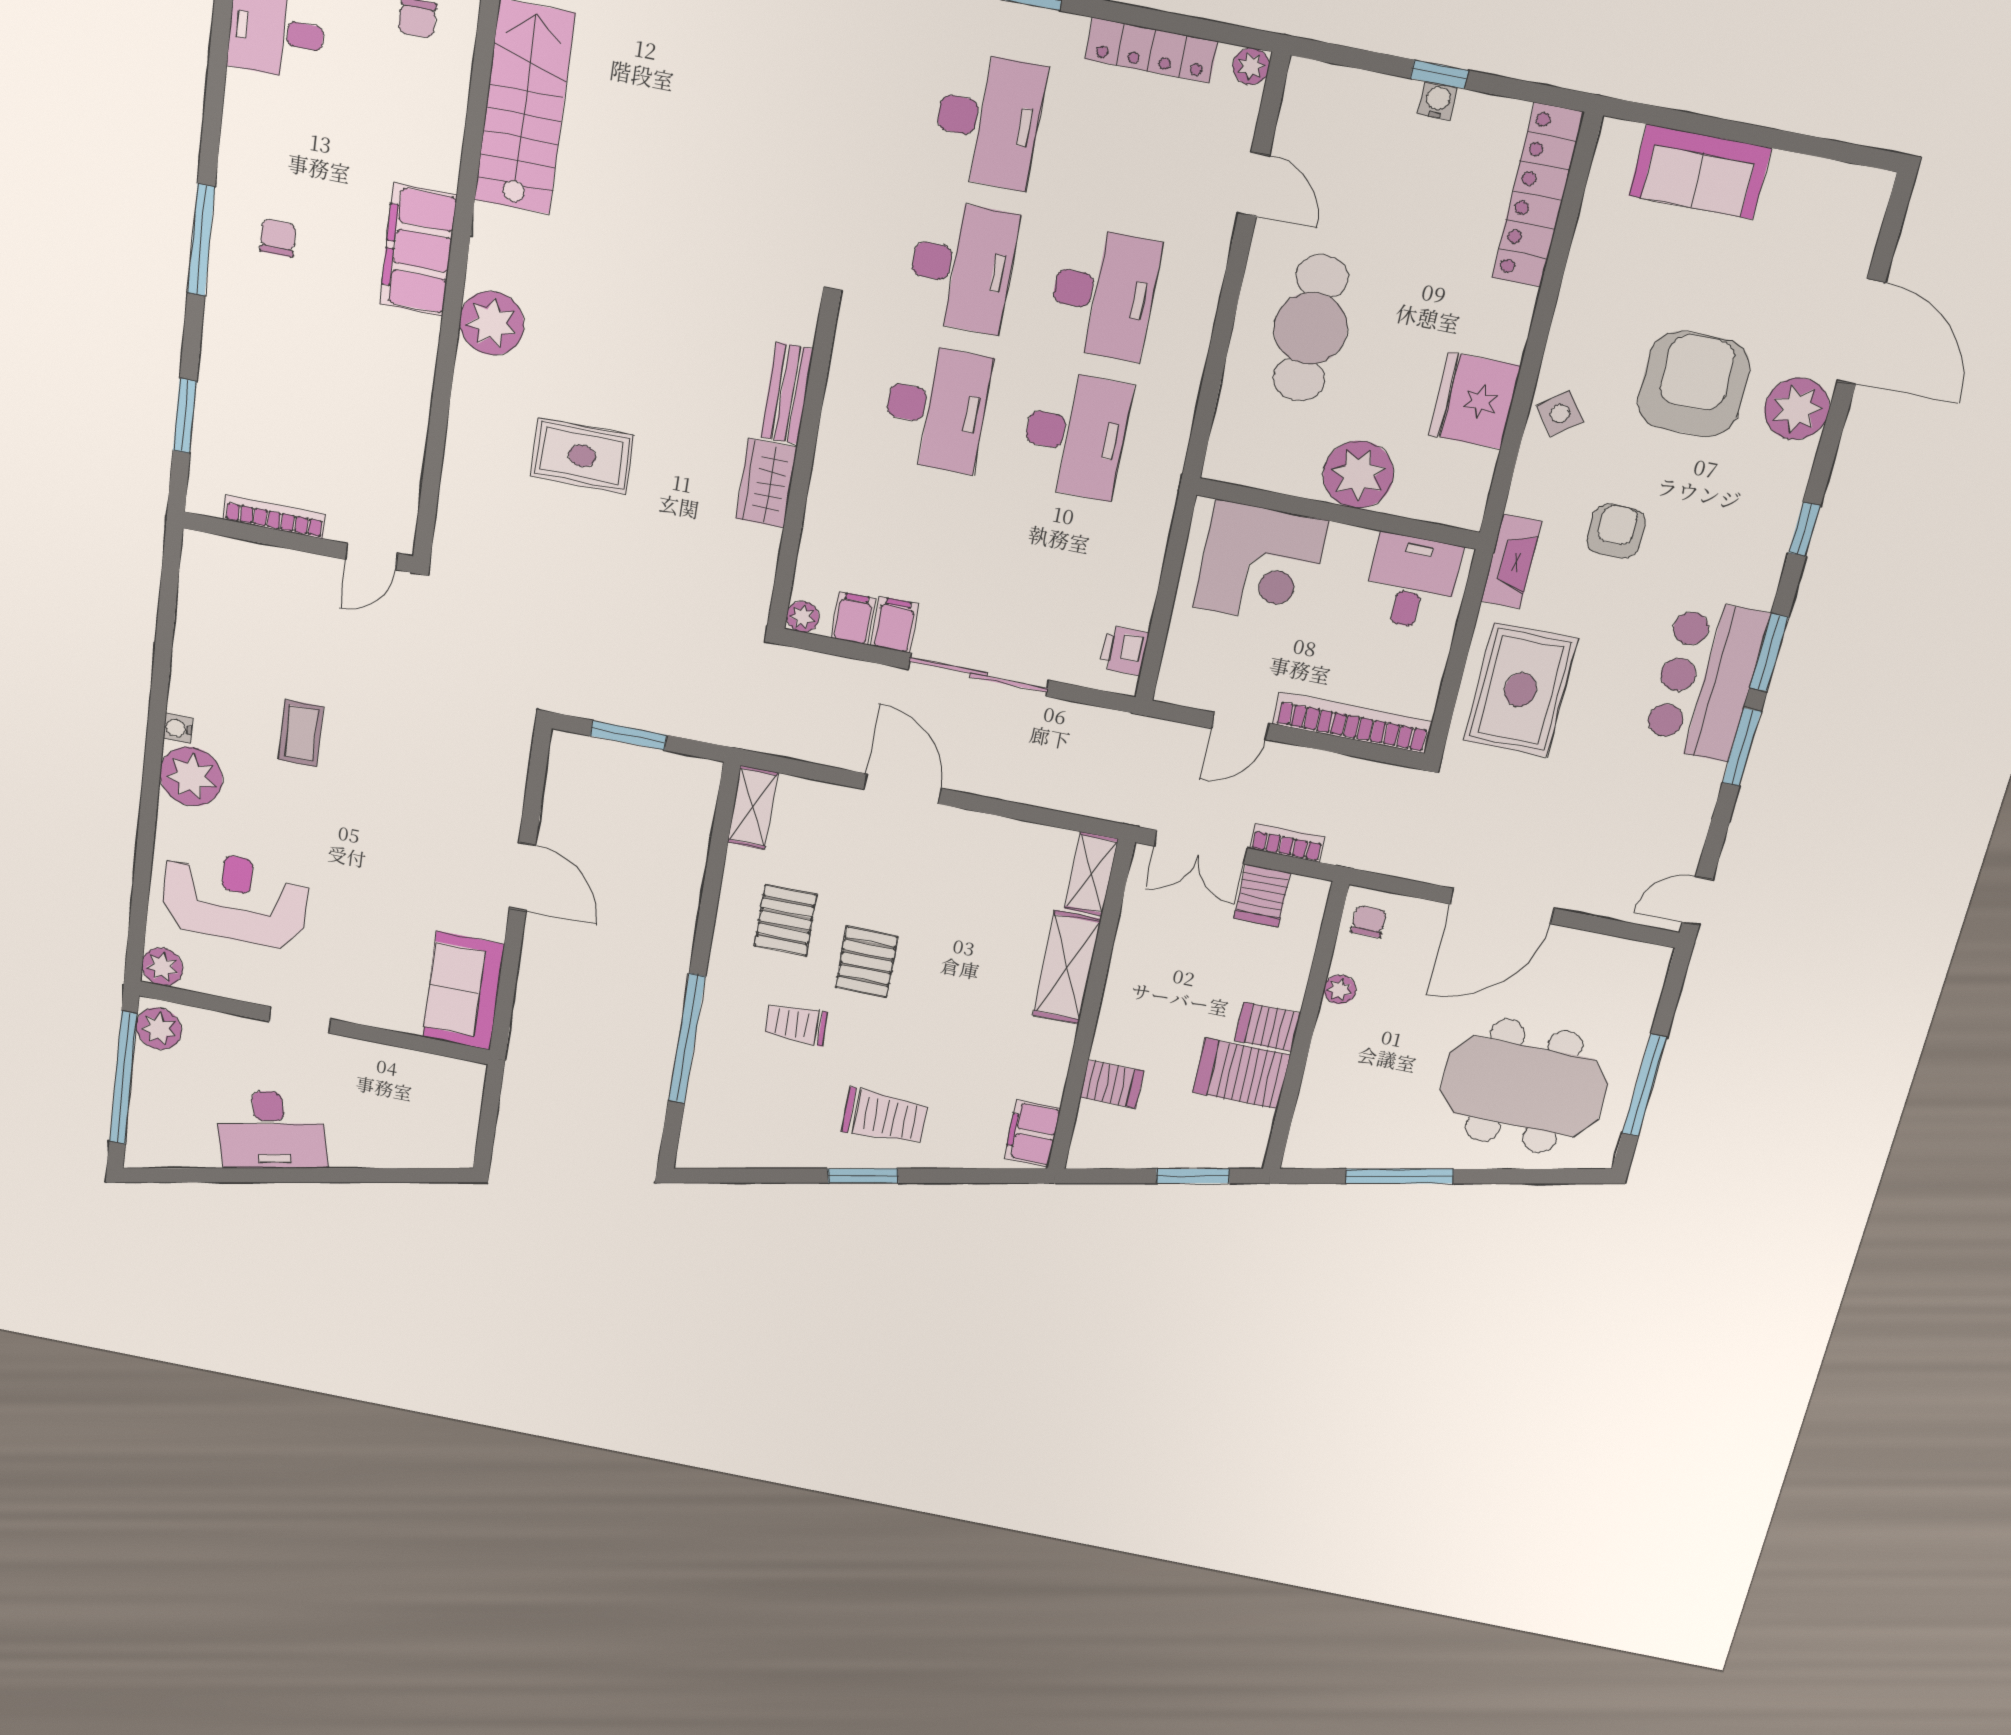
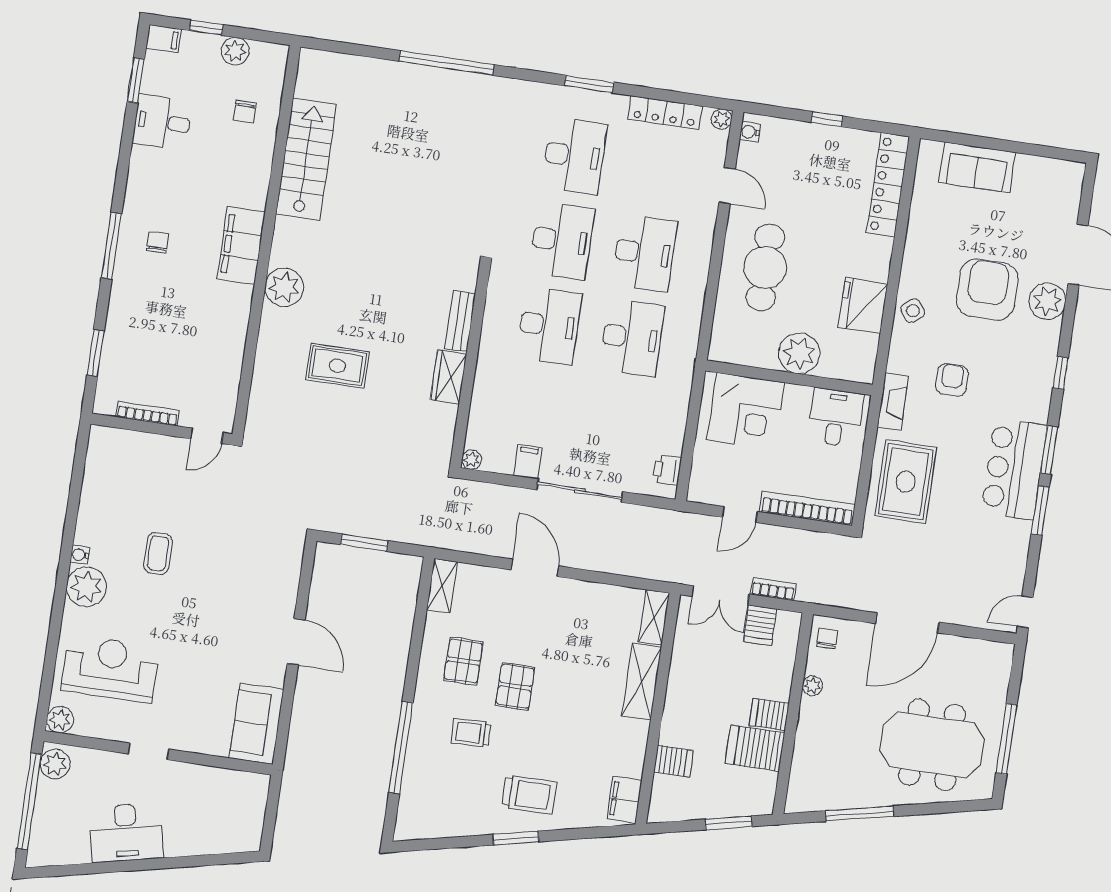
water cooler: (1438, 101) -> (750, 132), moved, turned -90
filing cabinet: (853, 618) -> (502, 459), removed

